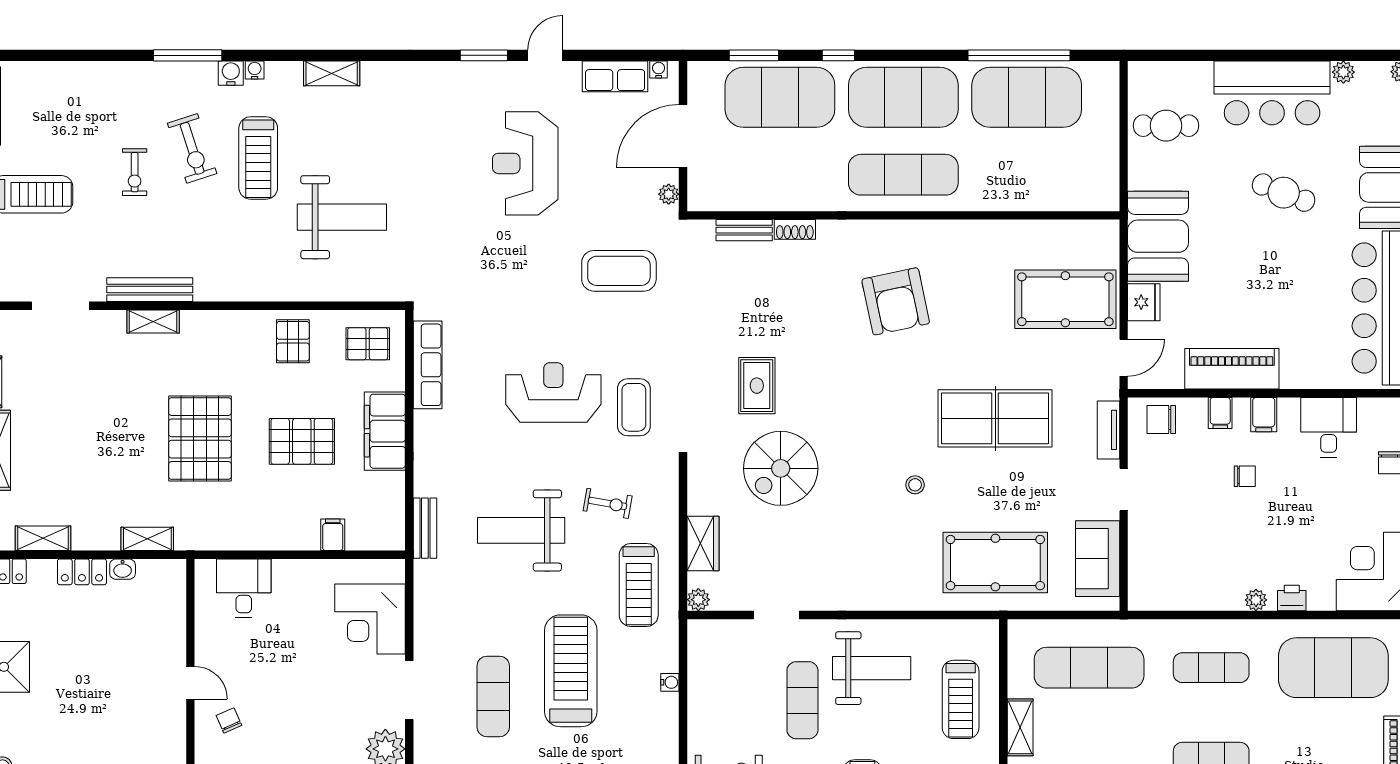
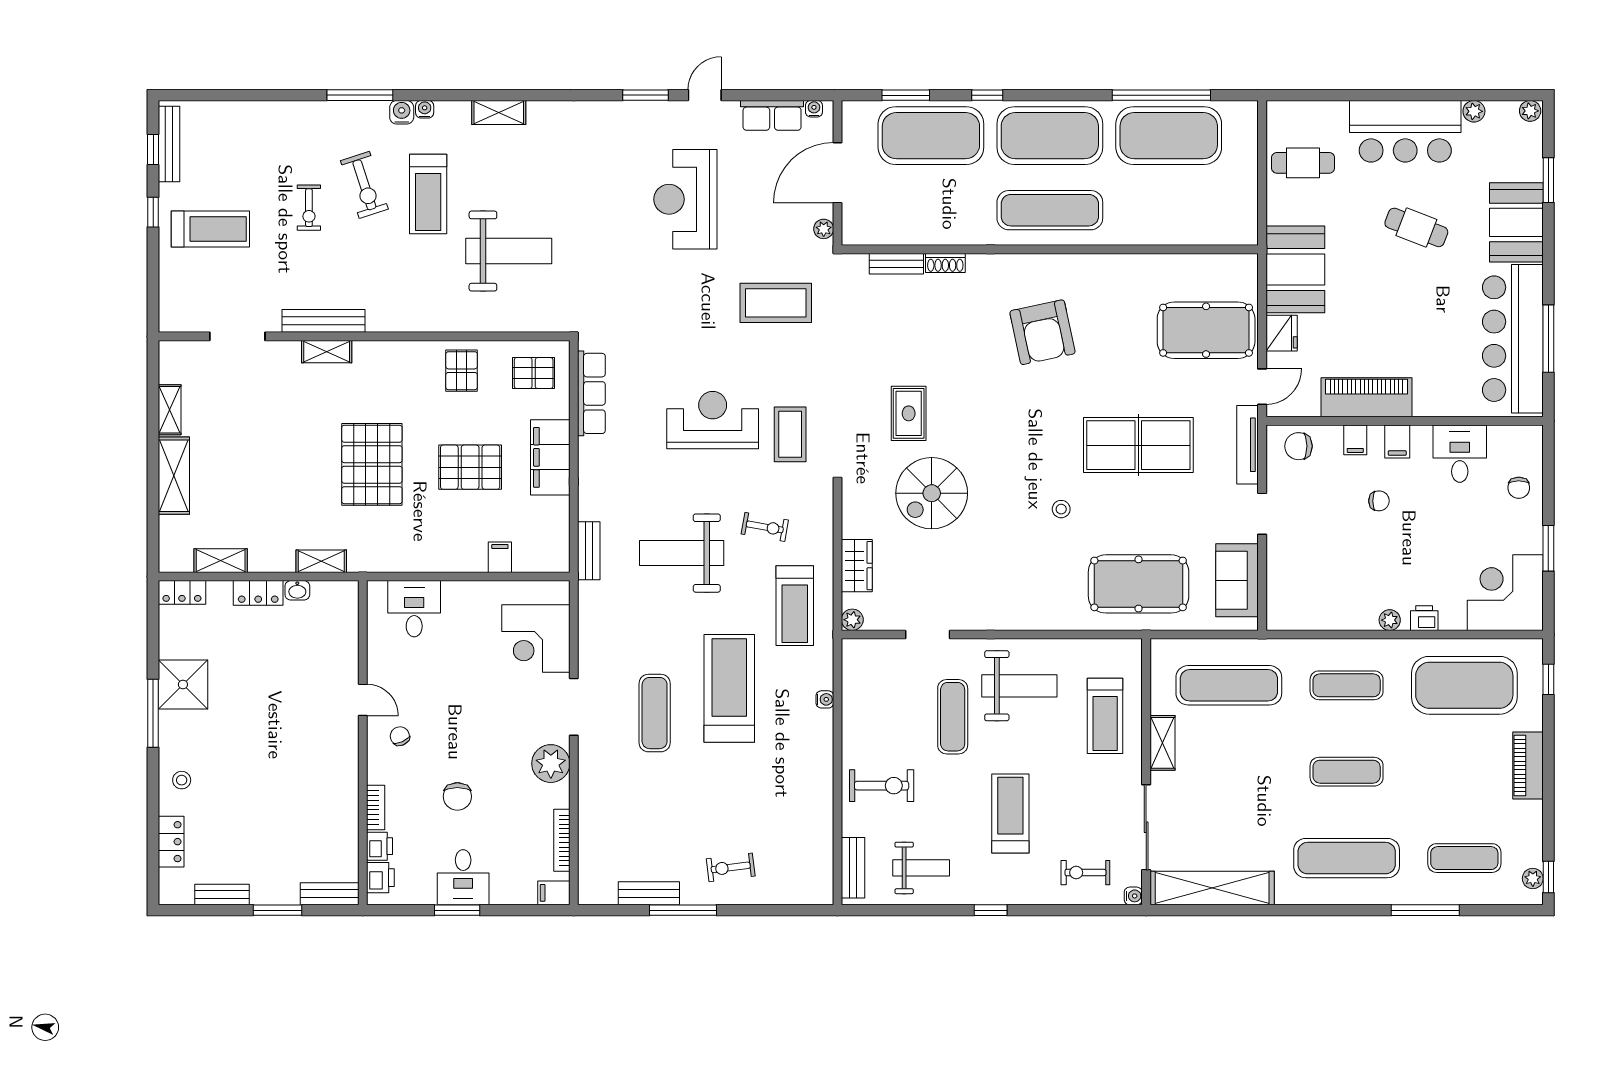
tv unit: (1108, 430) -> (1248, 445), width x1.41

